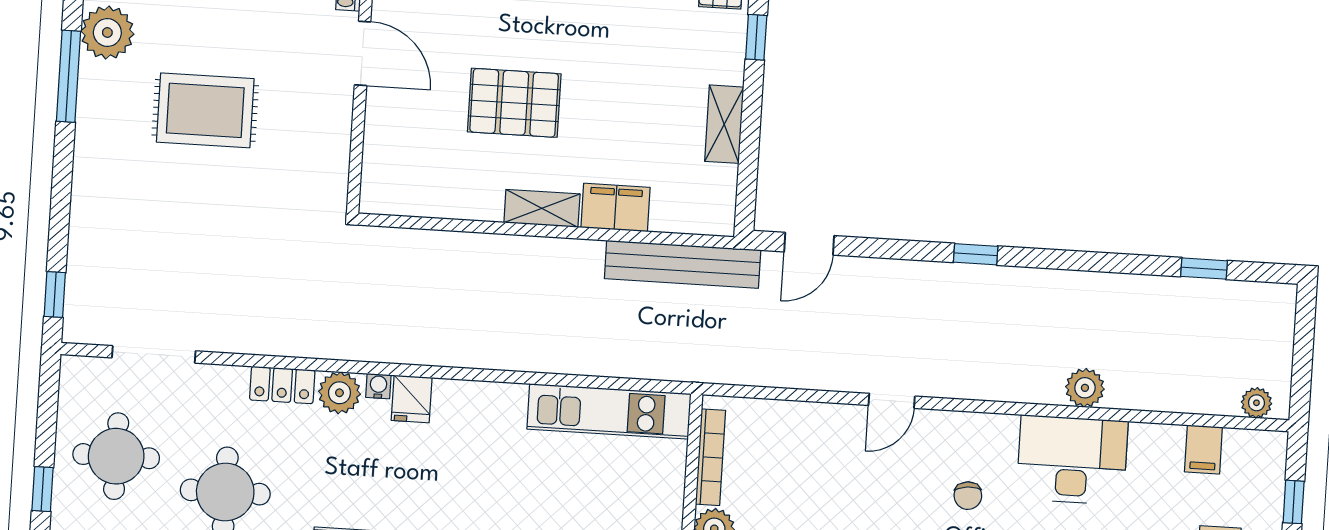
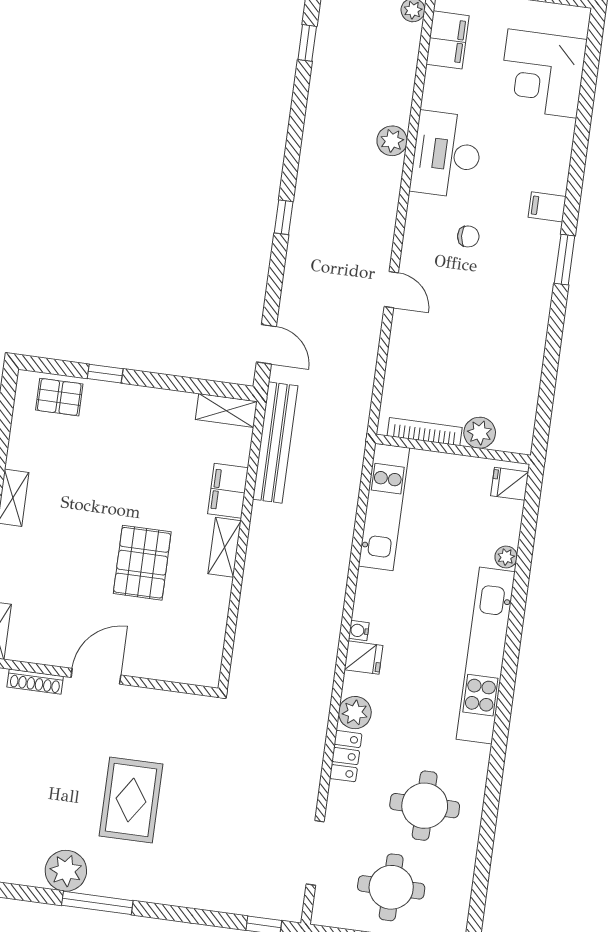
shelving: (724, 124) -> (226, 411), moved
water cooler: (378, 386) -> (359, 631), moved
filing cabinet: (1203, 449) -> (448, 40), width x2.00

